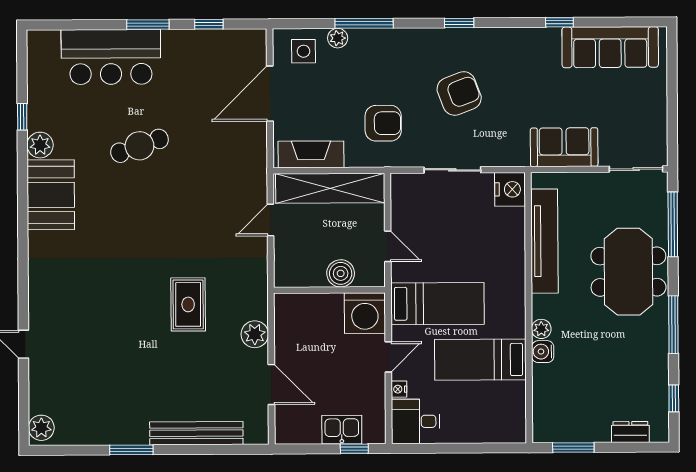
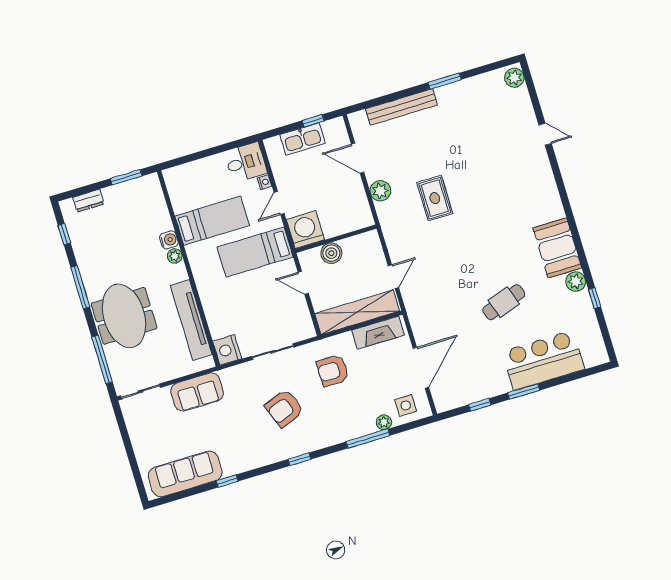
kitchen sink: (342, 430) -> (302, 139), width x1.38
window: (354, 449) -> (313, 121), moved

